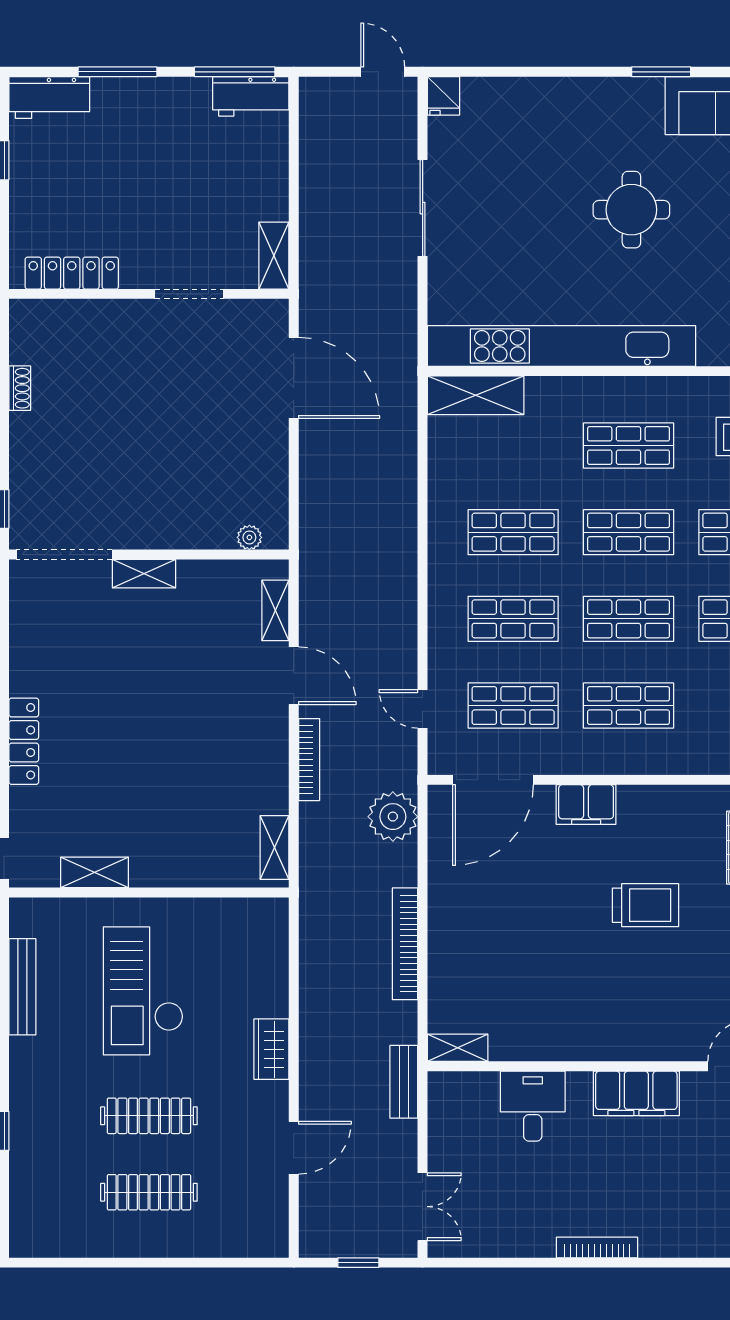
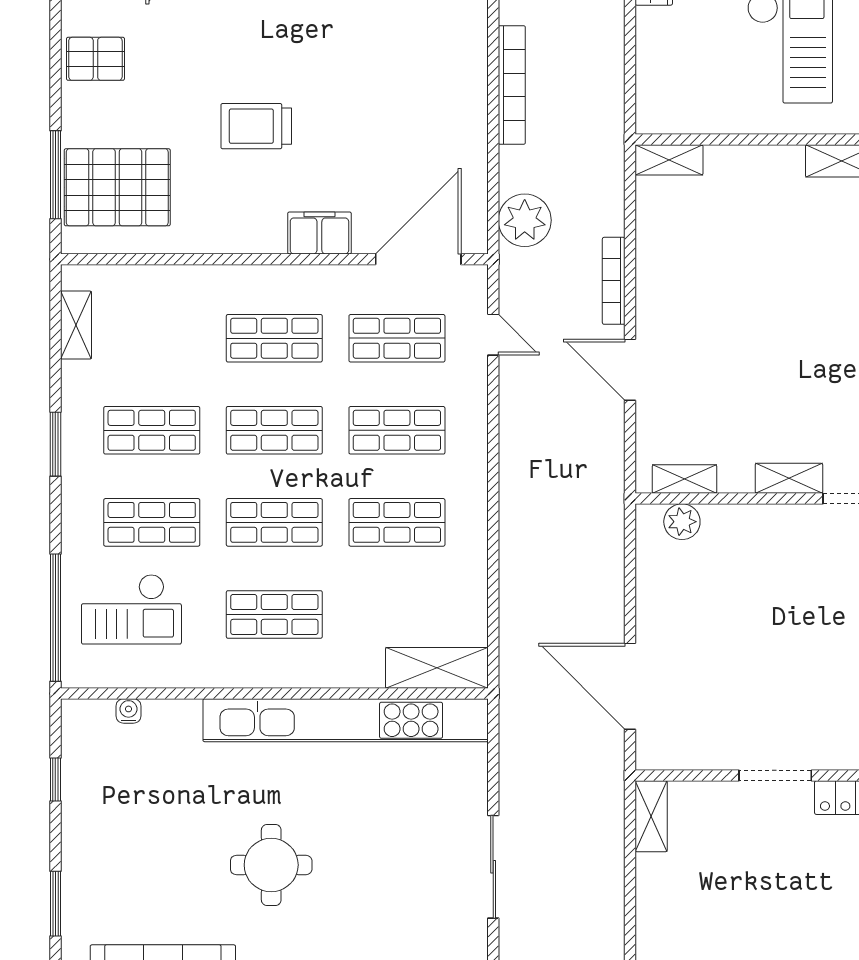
doorway: (189, 294) -> (775, 776), moved
plant: (249, 537) -> (682, 522), width x1.38, depth x1.38
shelving: (275, 610) -> (685, 479), moved, turned 90
shelving: (275, 847) -> (669, 160), moved, turned 90

